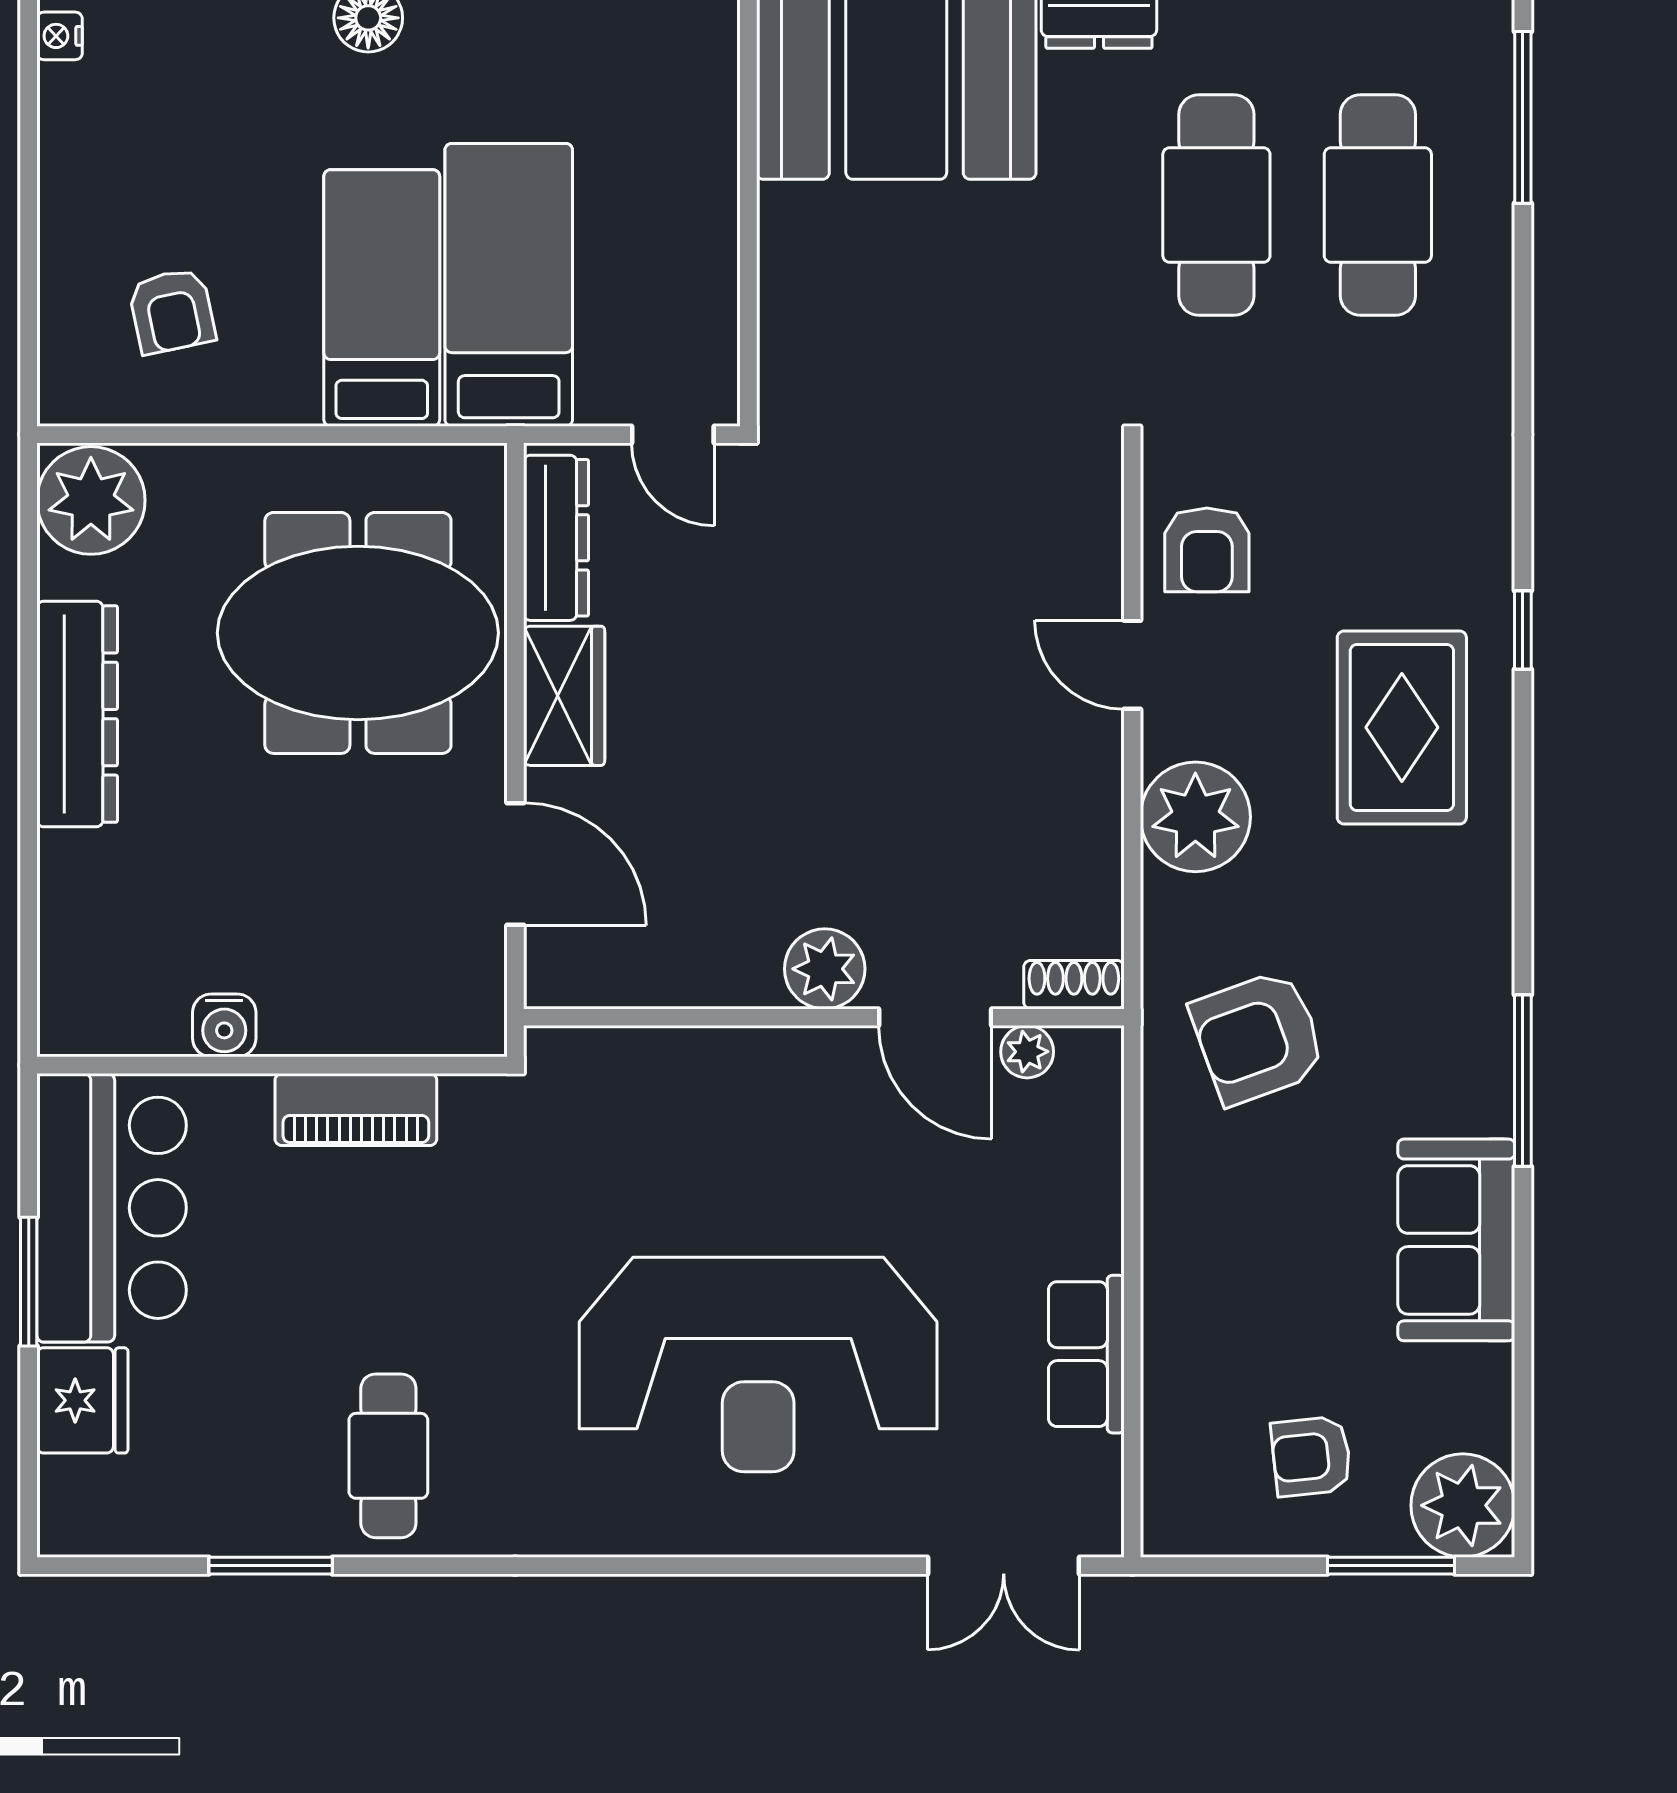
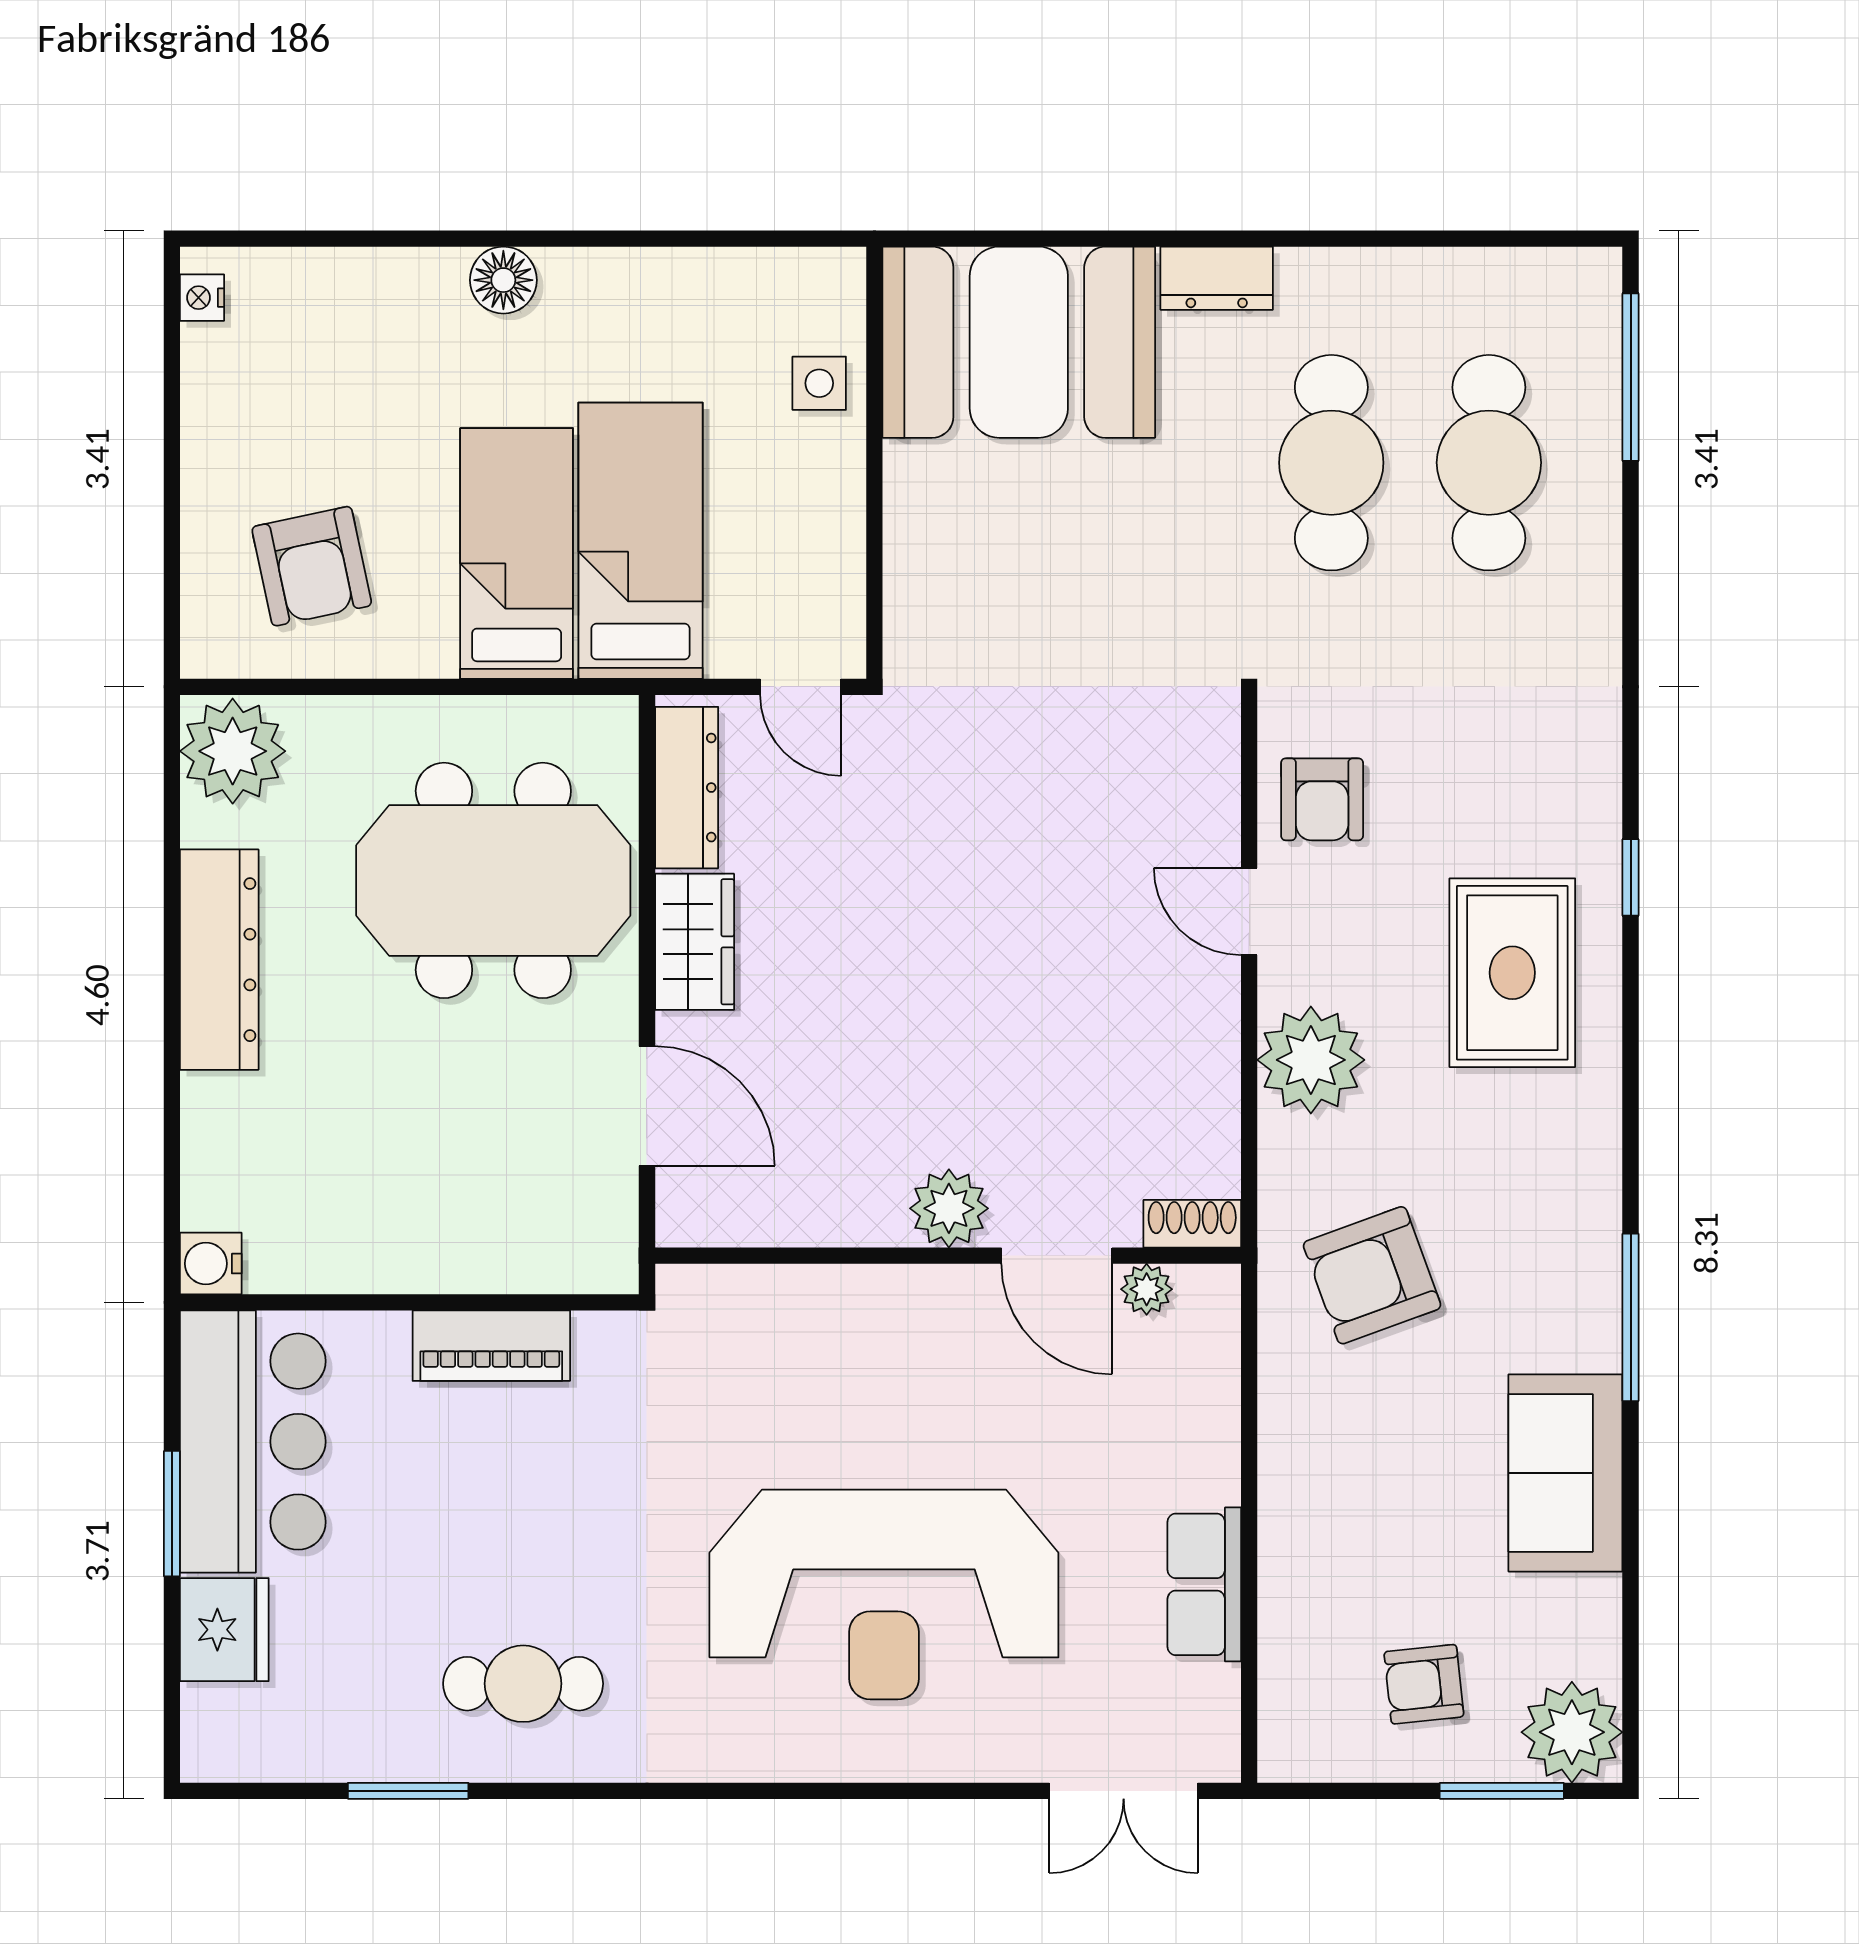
side table: (692, 124) -> (819, 383), added
armchair: (172, 311) -> (312, 566), width x1.38, depth x1.38
water cooler: (224, 1025) -> (211, 1264), moved, turned 90
cafe table: (388, 1456) -> (523, 1684), turned 90

